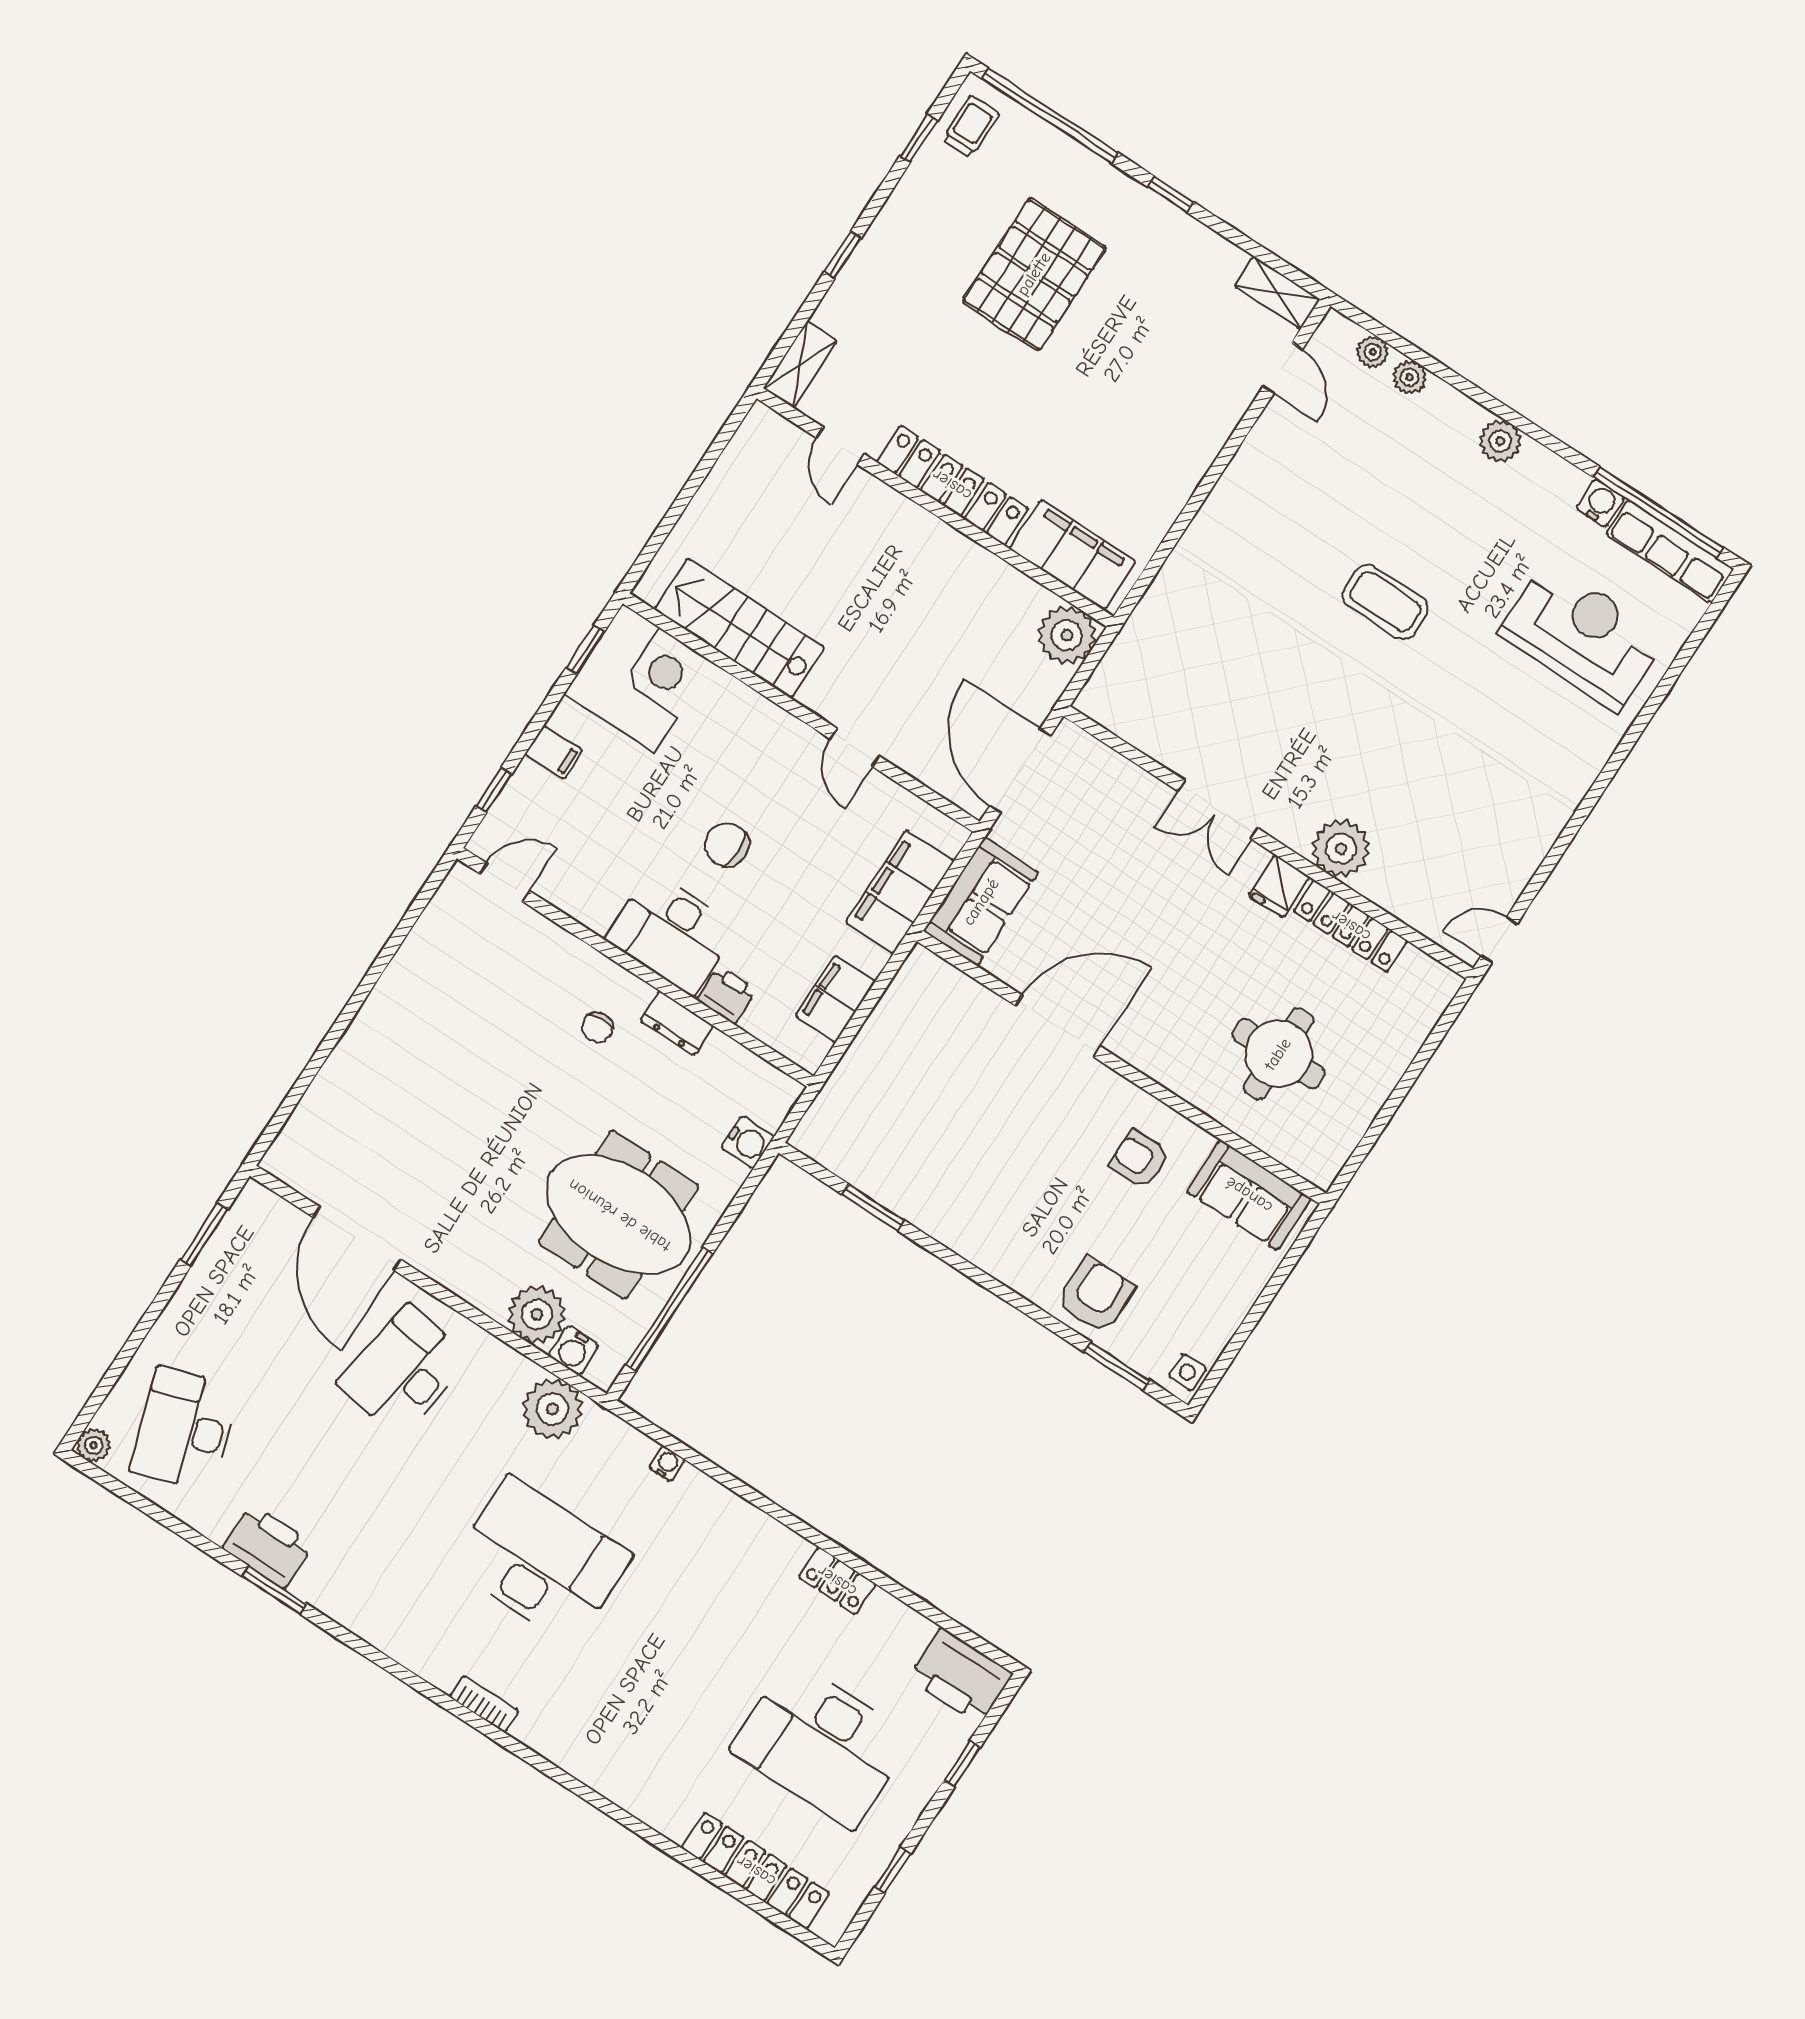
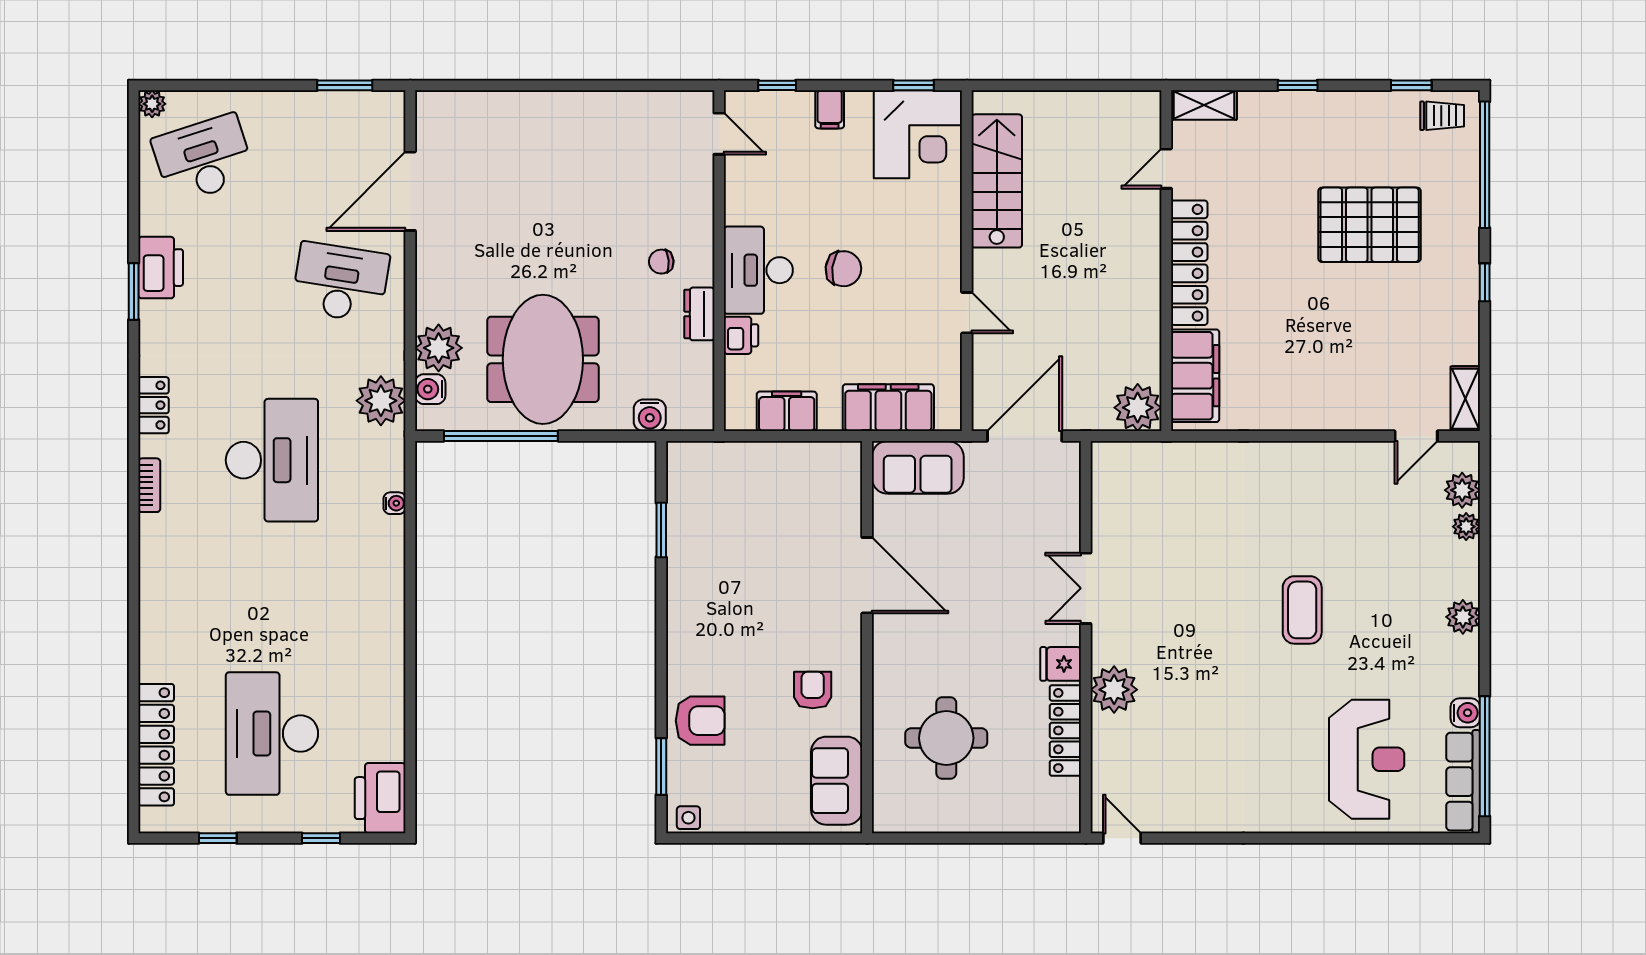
plant: (1373, 352) -> (1462, 490), width x1.38, depth x1.38
door: (855, 747) -> (967, 313), swing flipped
chair: (727, 845) -> (843, 269), turned 97
locker: (837, 1581) -> (154, 405), moved, turned 180

